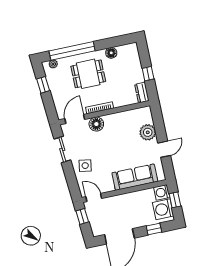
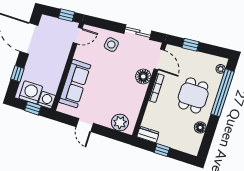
window: (43, 85) -> (191, 45), moved
plant: (148, 132) -> (120, 123), moved

